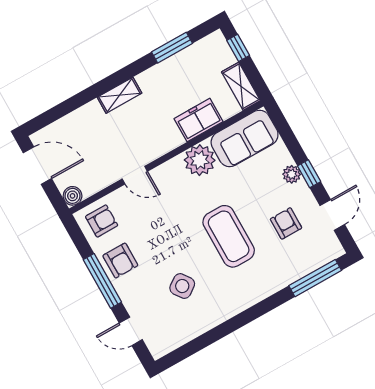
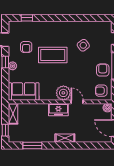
freezer: (199, 120) -> (58, 110), moved
plant: (200, 160) -> (63, 93), moved
coffee table: (229, 236) -> (53, 55), turned 90
window: (315, 278) -> (27, 18), width x0.46

